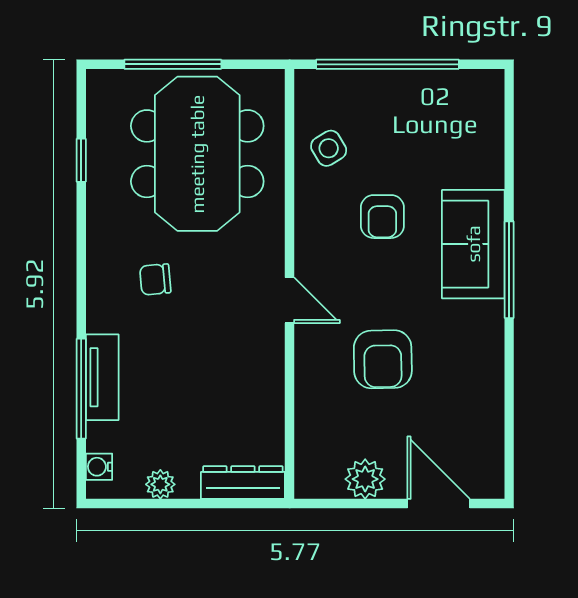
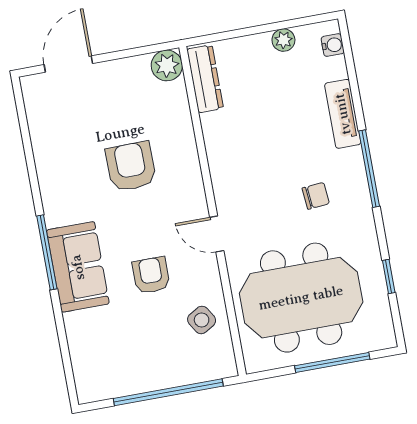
meeting table: (197, 154) -> (301, 298), turned 90
door: (290, 300) -> (217, 234), moved
window: (81, 389) -> (369, 169), moved
plant: (365, 479) -> (167, 65), moved
dresser: (243, 483) -> (205, 79), moved, turned -90
door: (439, 504) -> (68, 64), swing flipped

